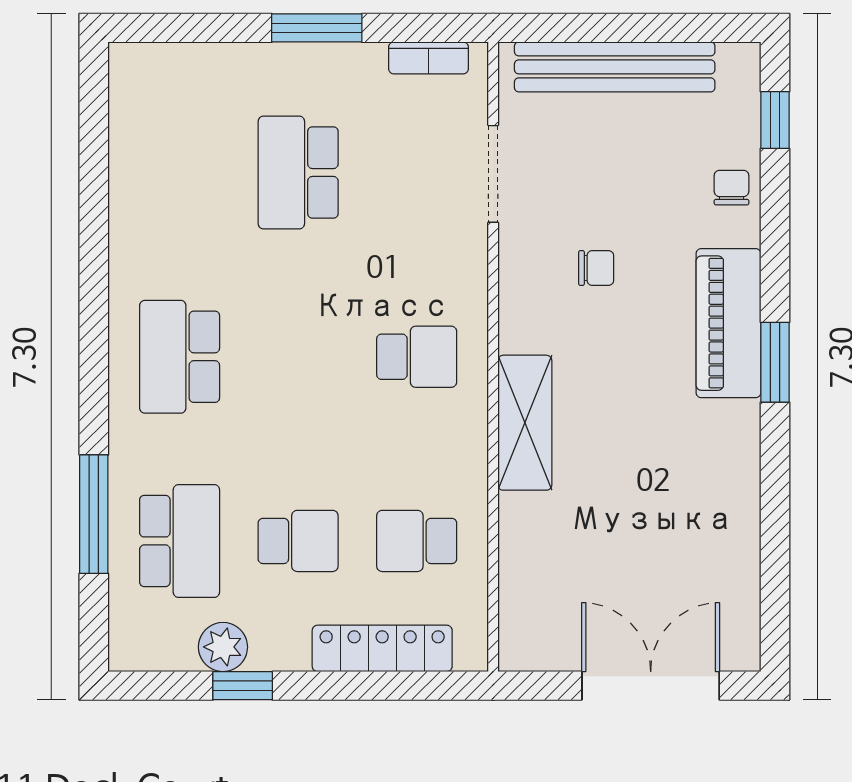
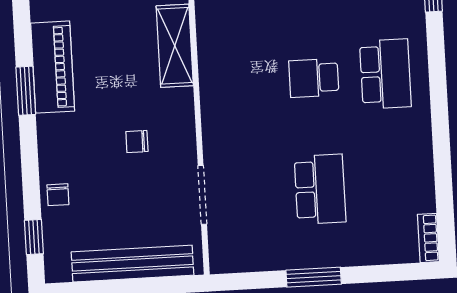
bookcase: (428, 58) -> (428, 238), moved, turned -90
piano: (728, 323) -> (53, 67), moved
school desk: (417, 357) -> (314, 78), moved

